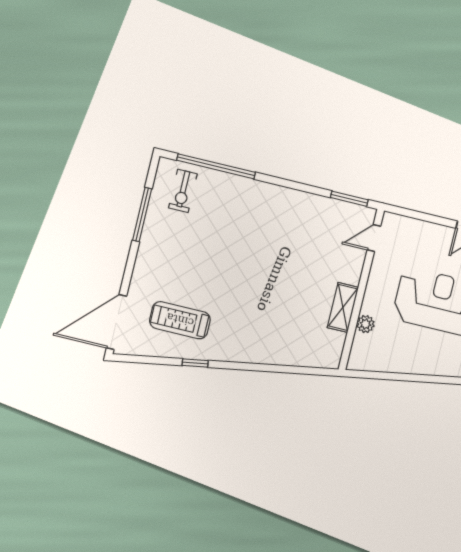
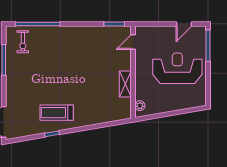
treadmill: (180, 320) -> (57, 113), moved
plant: (365, 324) -> (140, 106), moved

